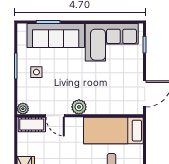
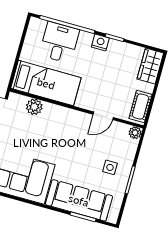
plant: (79, 107) -> (34, 107), moved
door: (55, 116) -> (103, 116), swing flipped
cot: (32, 125) -> (141, 106), moved, turned 90

